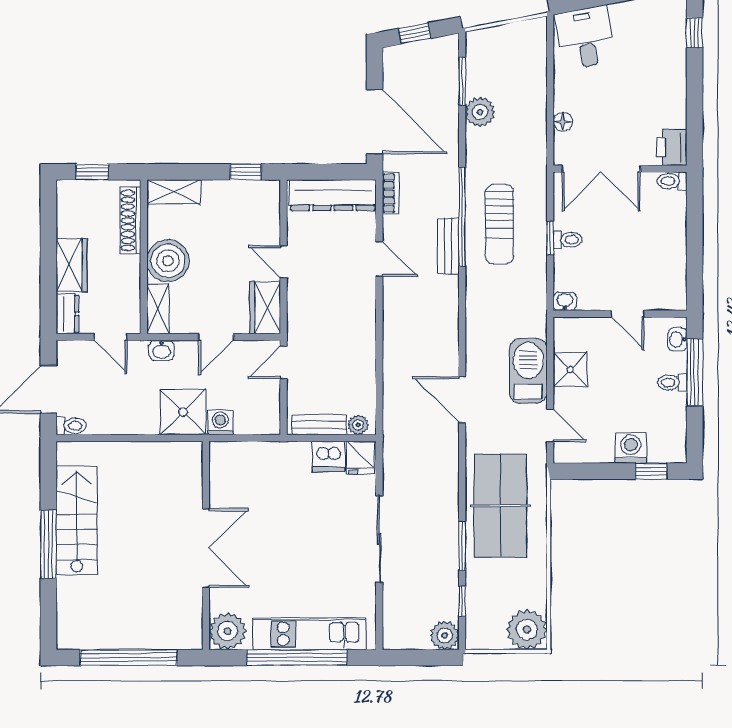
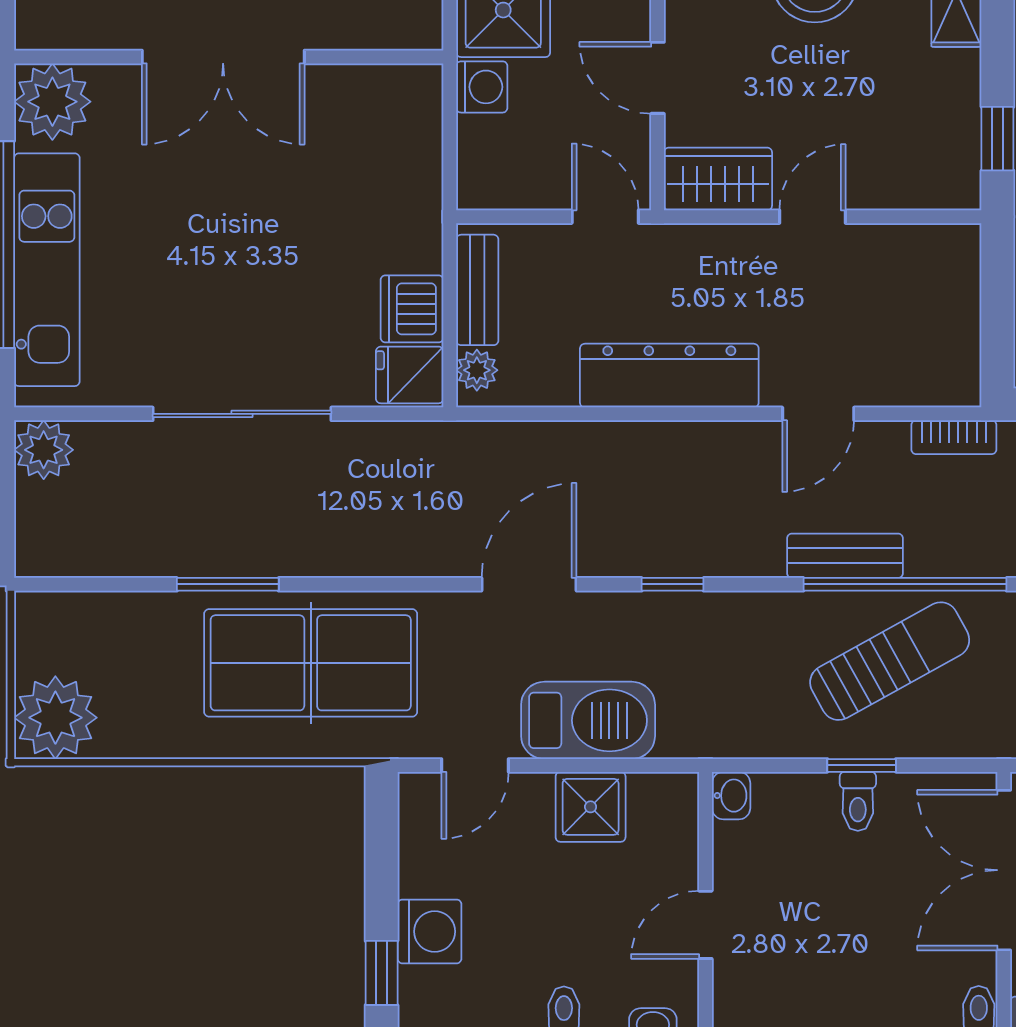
dresser: (333, 195) -> (669, 376), moved, turned 90
sun lounger: (499, 224) -> (890, 661), turned 151
window: (462, 601) -> (673, 584), moved
plant: (445, 635) -> (44, 450), moved

